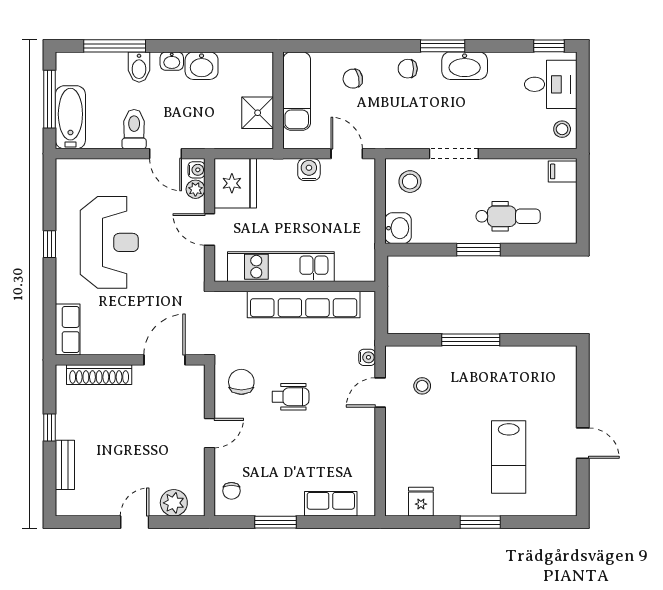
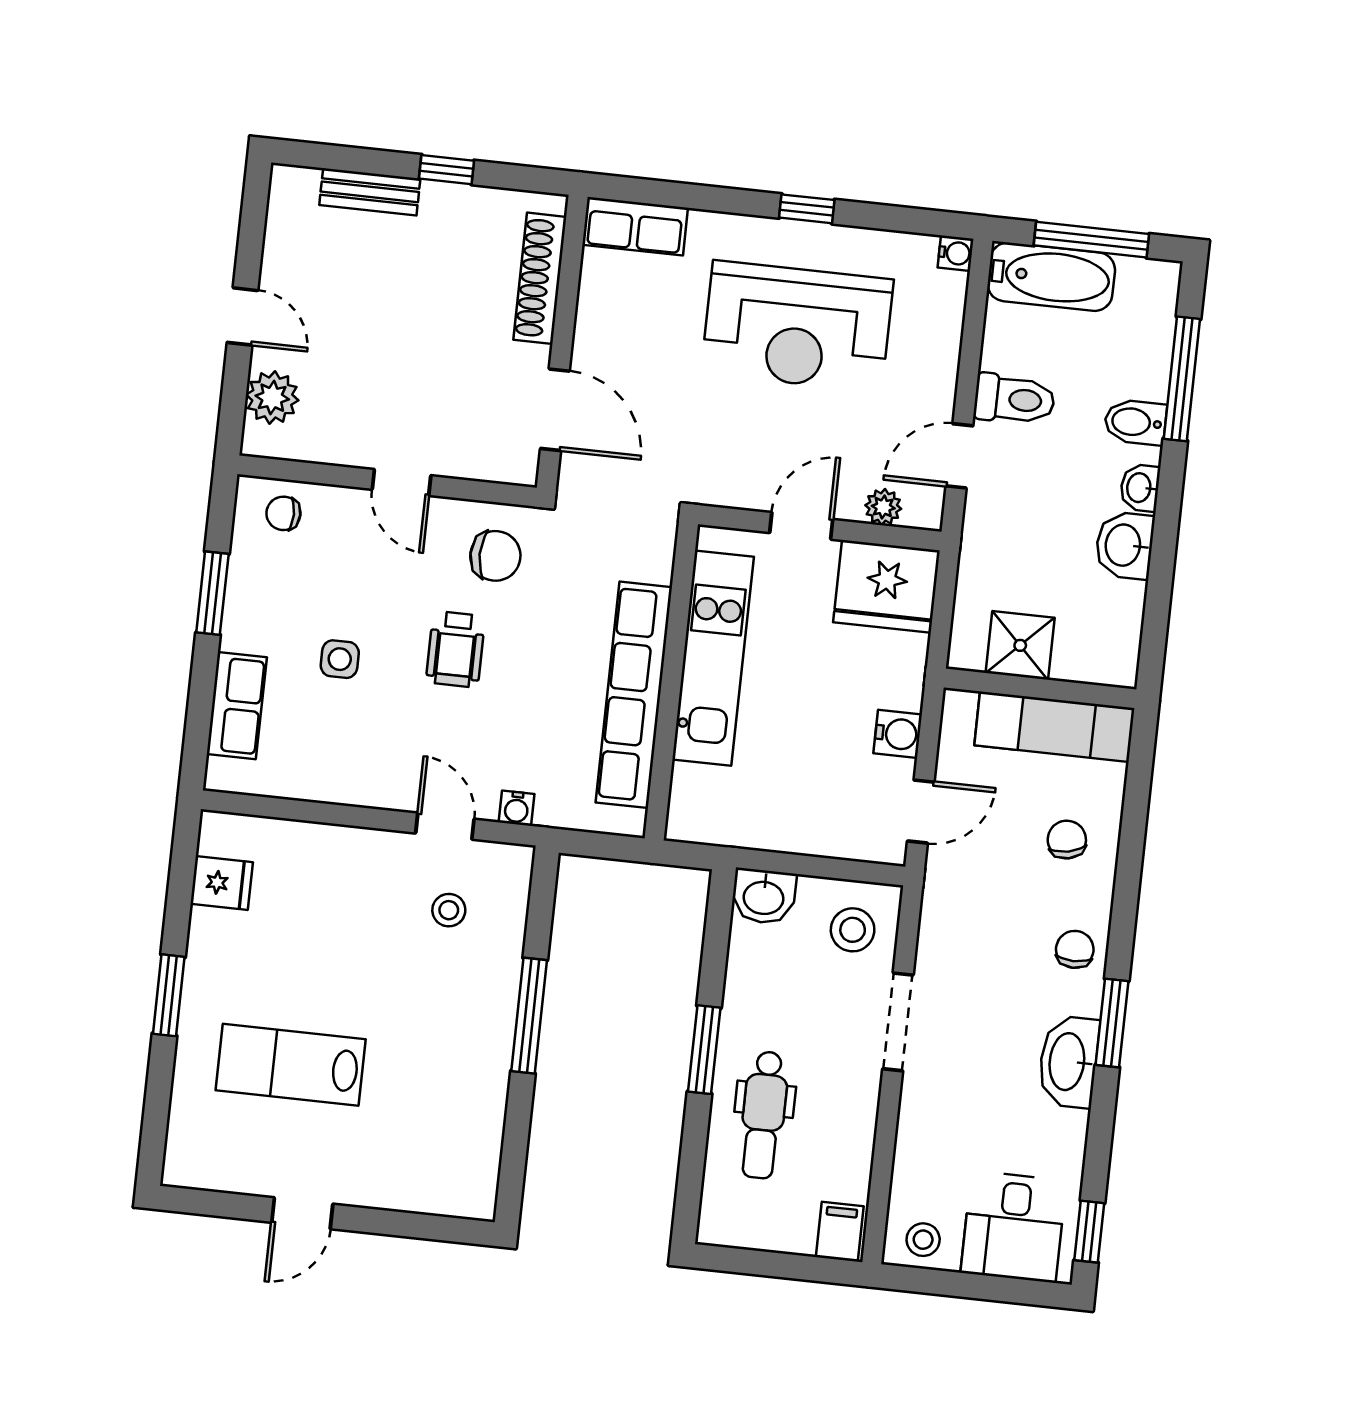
water cooler: (196, 170) -> (956, 253), moved, turned -90
side table: (302, 455) -> (340, 659), added

